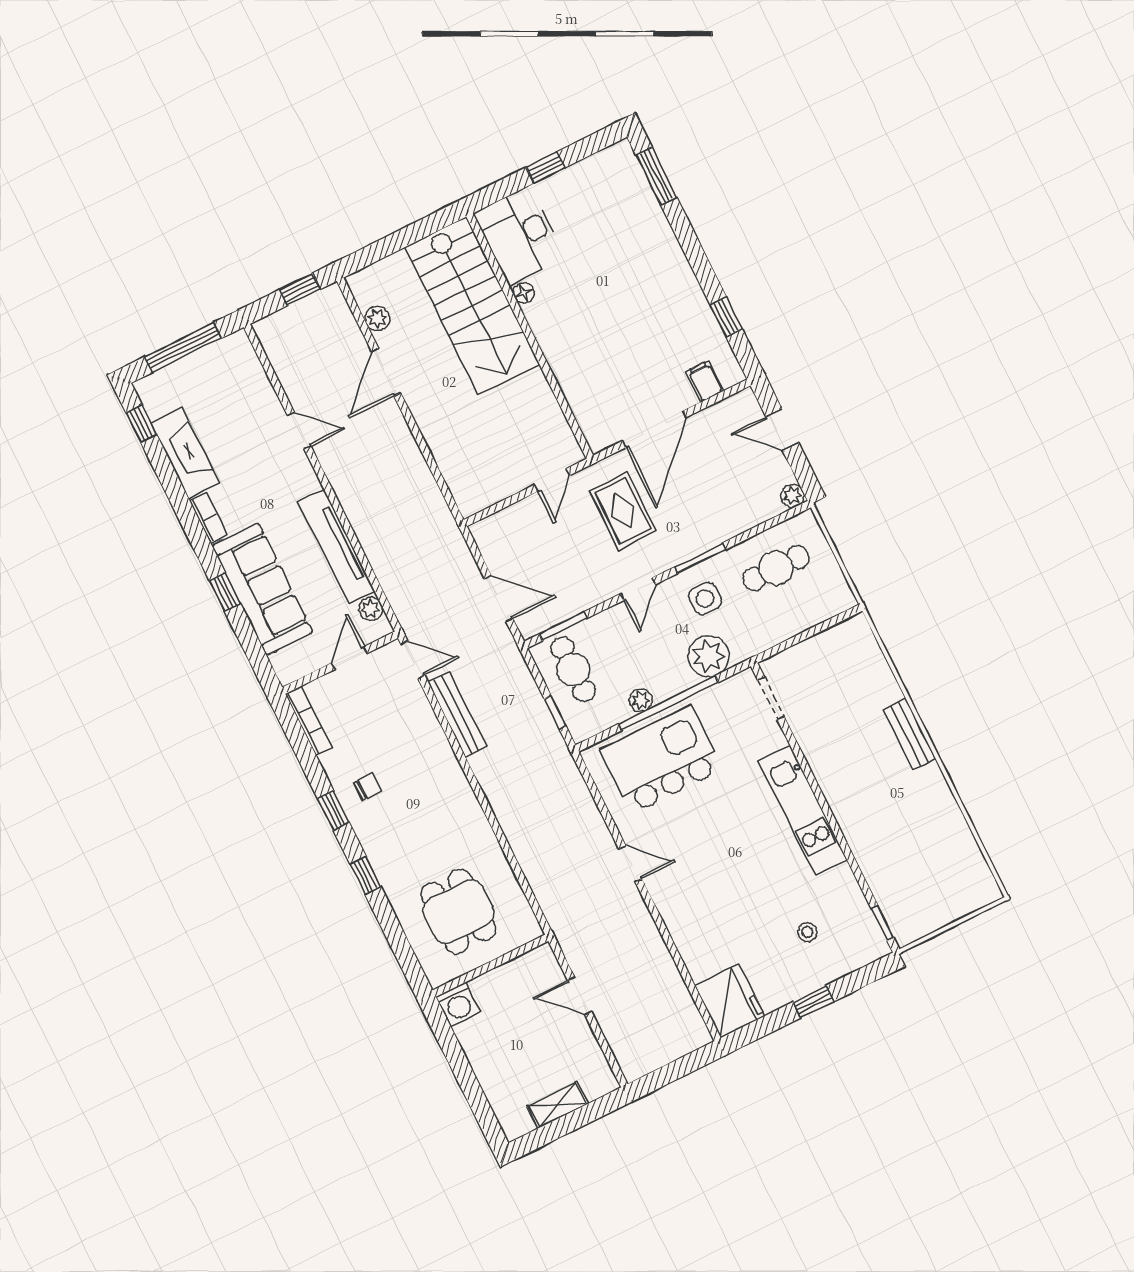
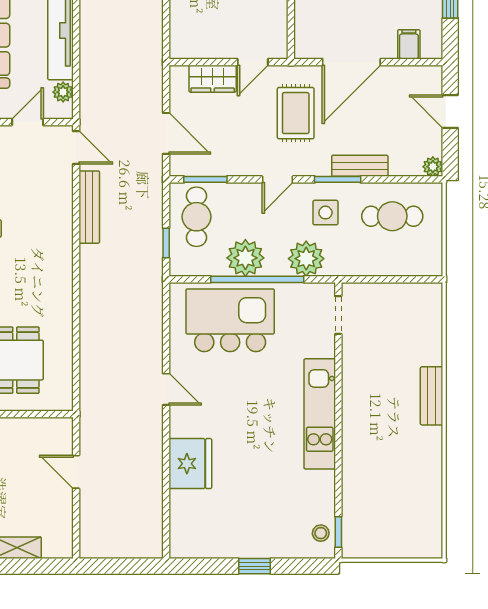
wardrobe: (519, 518) -> (213, 79), added
bench: (716, 532) -> (360, 166), added
plant: (641, 700) -> (245, 258), width x1.88, depth x1.88
stool: (807, 932) -> (321, 533), moved
fridge: (730, 1001) -> (190, 464), moved

